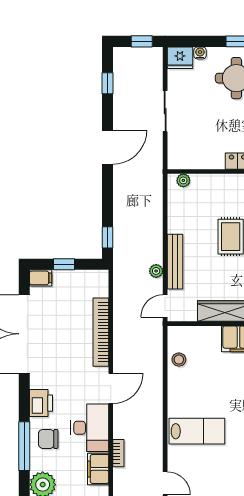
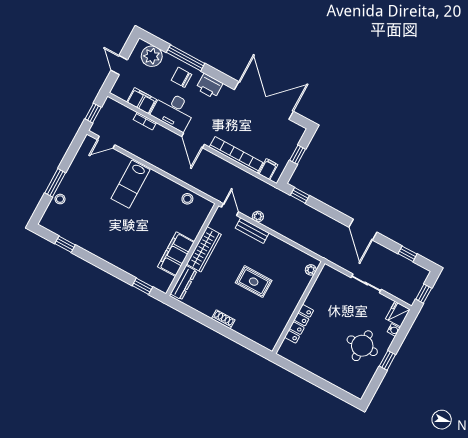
bench: (175, 262) -> (252, 231), width x0.73
filing cabinet: (41, 278) -> (268, 169), moved, turned 180
chair: (48, 439) -> (181, 77), turned -90

